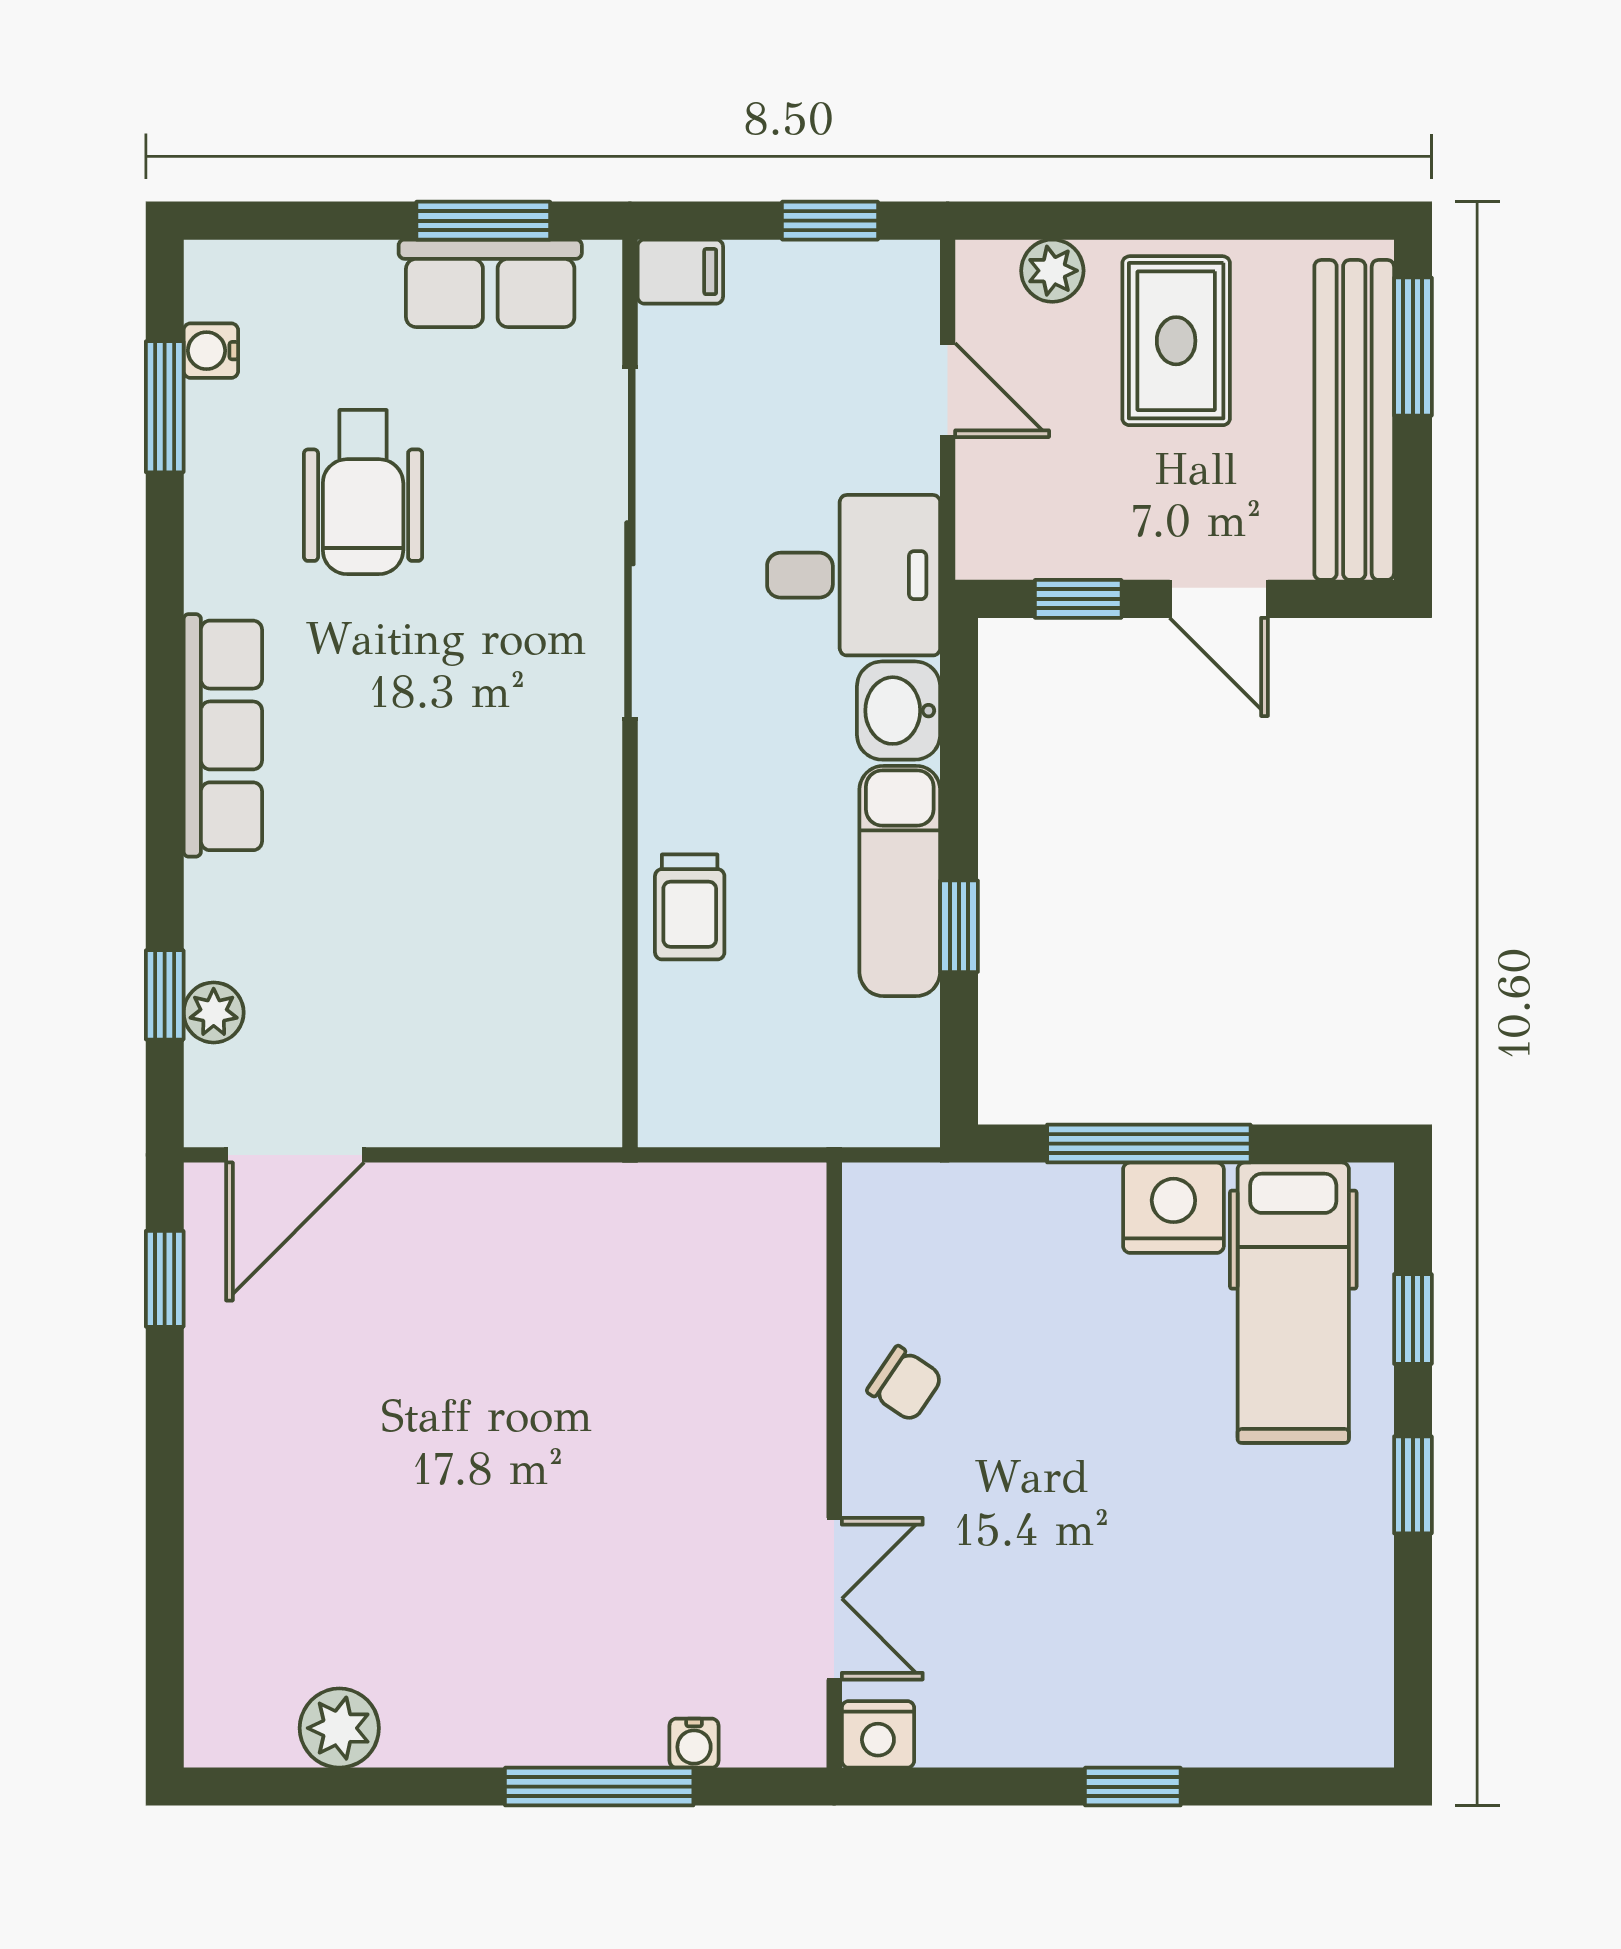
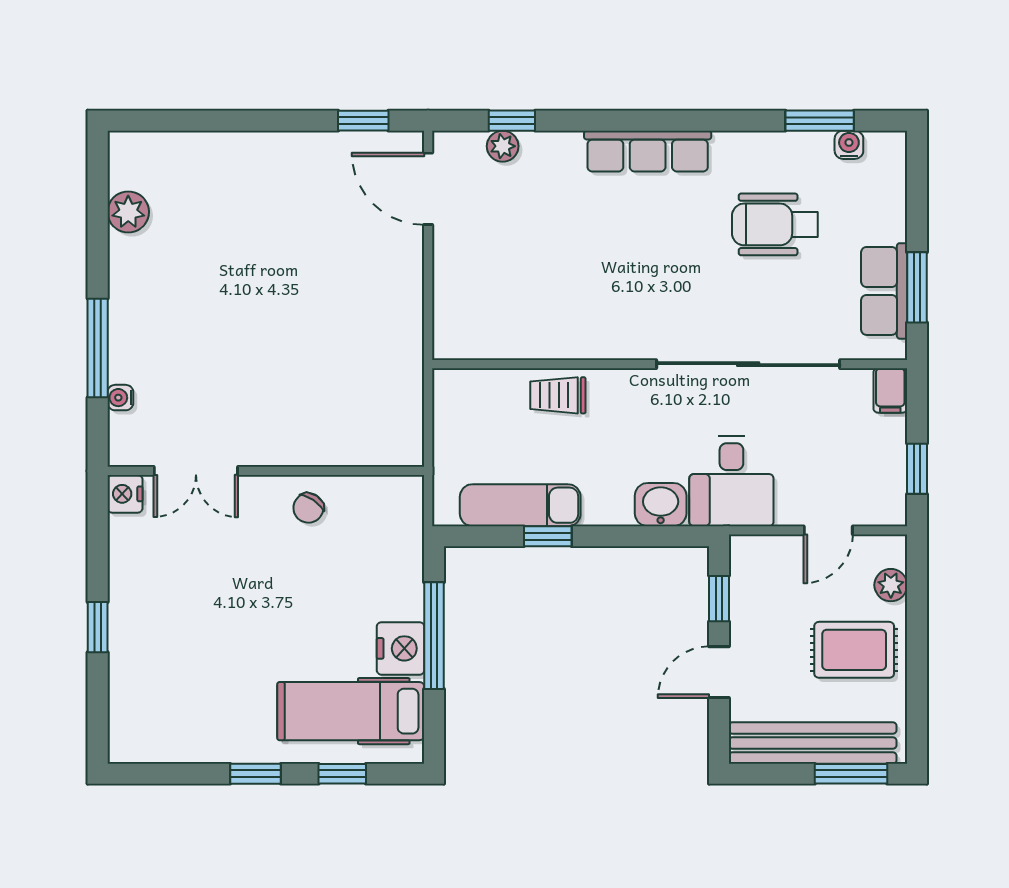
exam couch: (900, 881) -> (520, 505), moved

